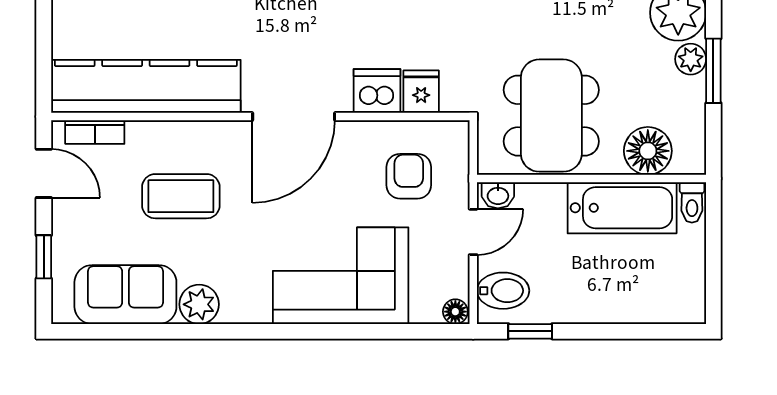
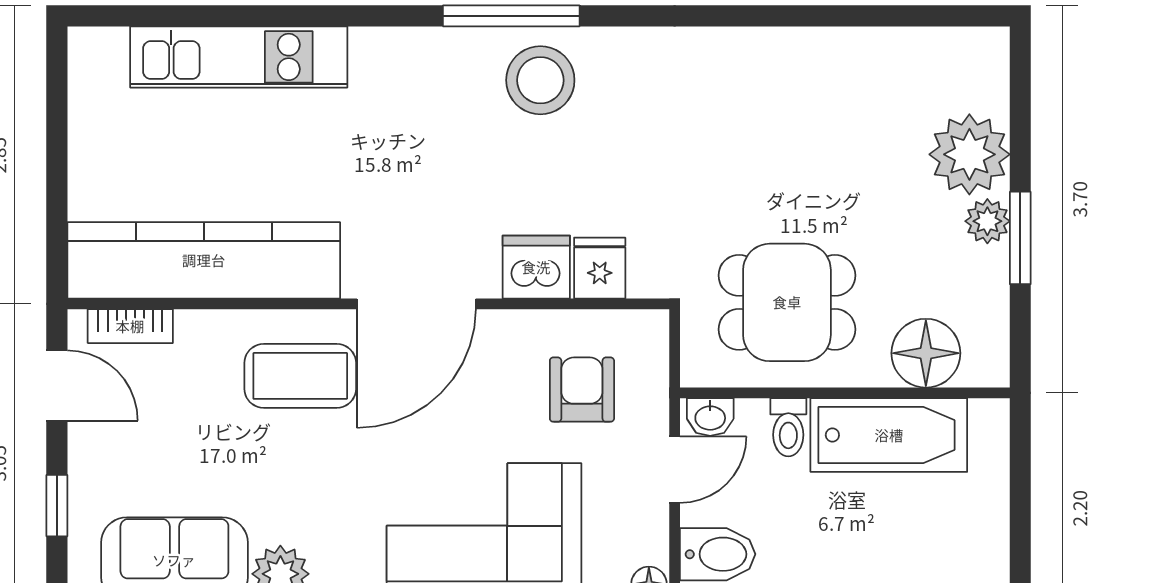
dining table: (551, 116) -> (787, 302), width x0.73
coffee table: (181, 196) -> (300, 376), moved
toilet: (692, 202) -> (788, 427), moved

